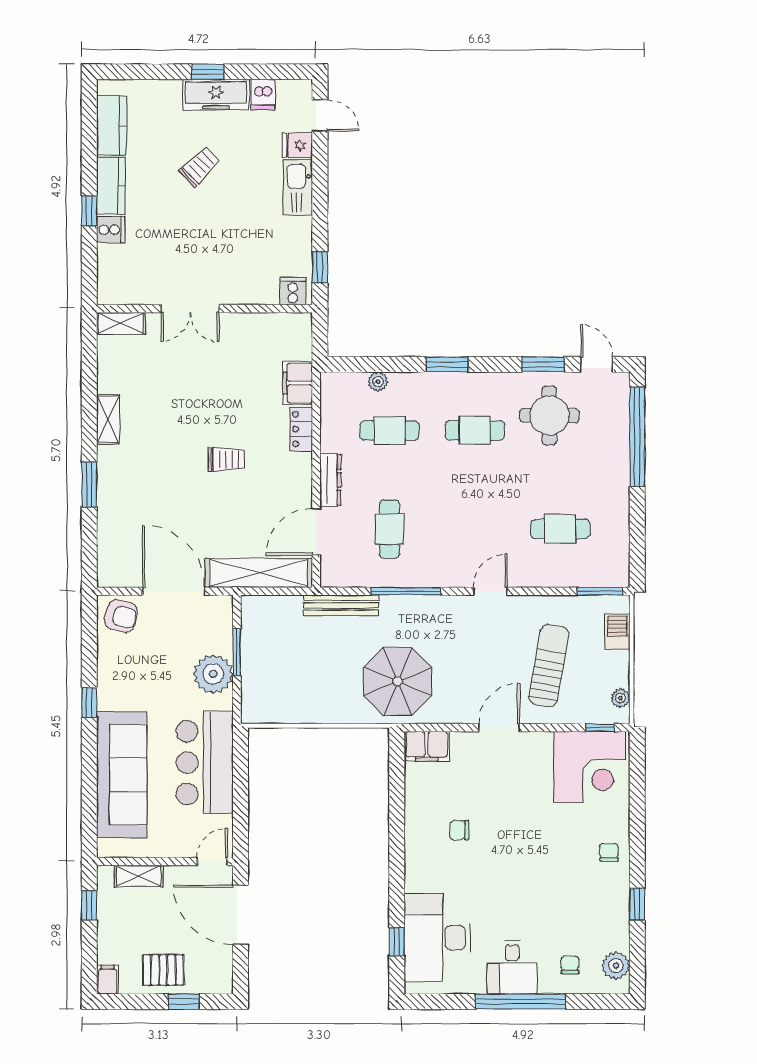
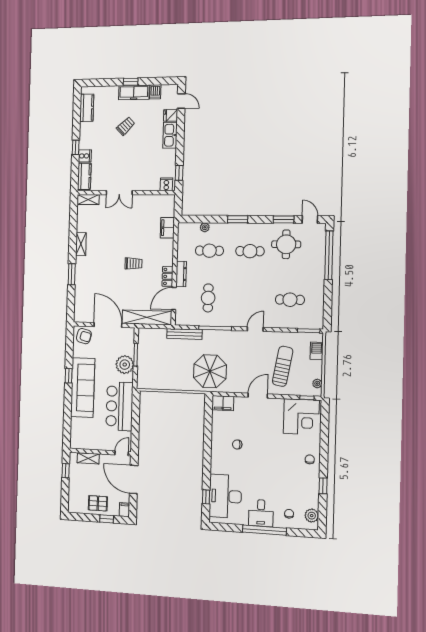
kitchen counter: (111, 186) -> (84, 176), moved
locker: (301, 429) -> (168, 276), moved
sofa: (122, 775) -> (83, 388), moved
filing cabinet: (108, 980) -> (124, 510), moved

